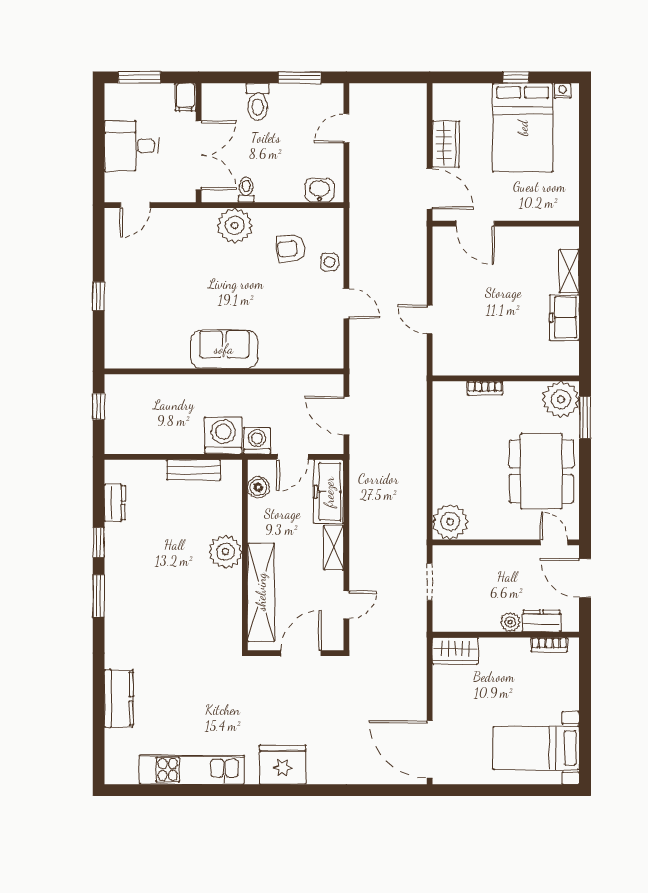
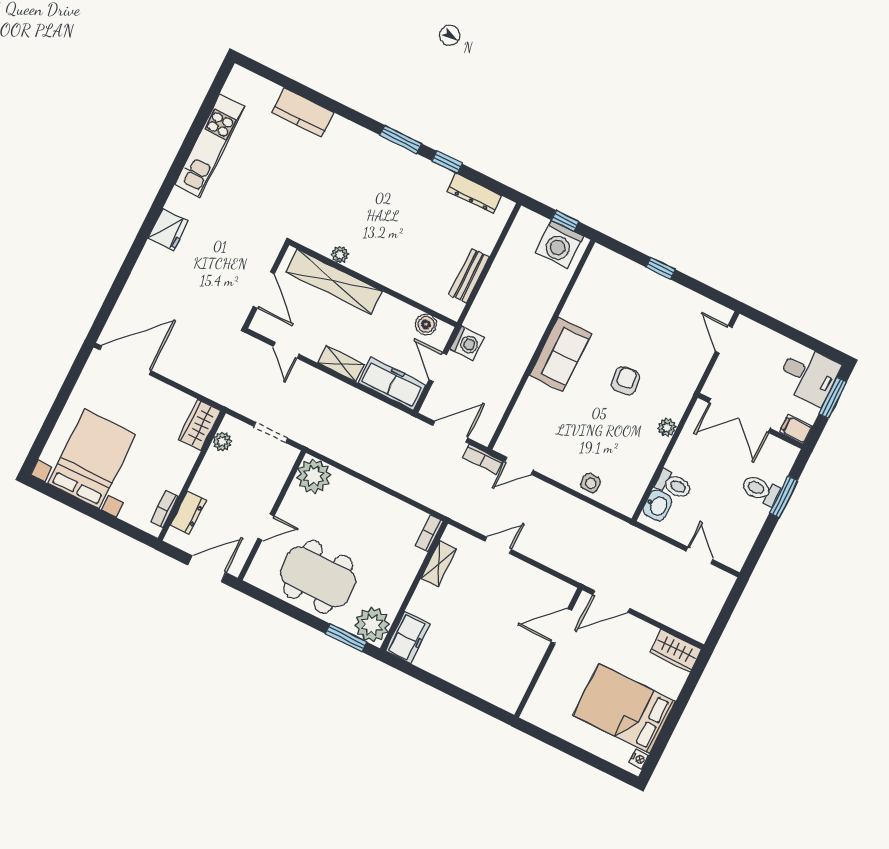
window: (299, 77) -> (784, 496), moved
window: (516, 77) -> (671, 724), removed
wardrobe: (446, 144) -> (676, 651), moved
desk: (131, 146) -> (809, 375), moved, turned 90
toilet: (246, 190) -> (674, 484), moved, width x1.37, depth x1.39
plant: (235, 225) -> (667, 427), width x0.53, depth x0.53
armchair: (291, 248) -> (626, 381), moved
shelving: (569, 271) -> (439, 564), moved, turned 90
door: (346, 303) -> (519, 466), moved
freezer: (564, 318) -> (408, 637), moved, turned 90
bookcase: (357, 373) -> (483, 459), added
bookcase: (485, 388) -> (430, 533), moved
washing machine: (223, 435) -> (559, 244), moved, turned 90
dresser: (115, 503) -> (474, 193), width x1.44
door: (554, 542) -> (266, 527), moved
plant: (225, 552) -> (340, 255), moved, width x0.53, depth x0.53
plant: (510, 622) -> (222, 442), moved
bed with nightstands: (536, 748) -> (92, 459), width x1.36
fridge: (283, 765) -> (168, 229), width x0.73, depth x0.75

